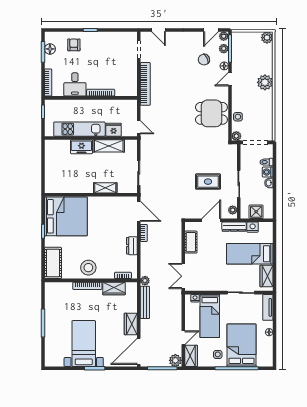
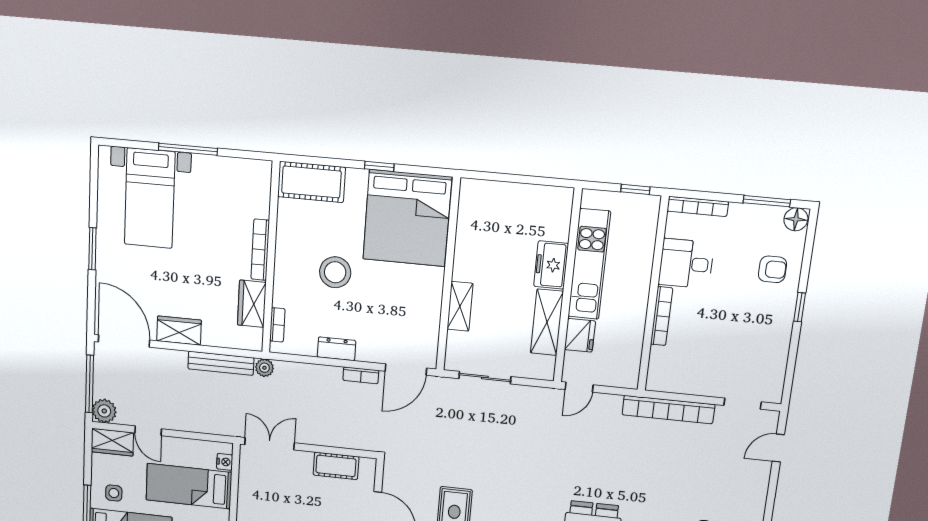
floor lamp: (50, 49) -> (796, 219), moved
stool: (88, 268) -> (335, 272), moved
bed with nightstands: (84, 344) -> (150, 198), moved, turned 90

